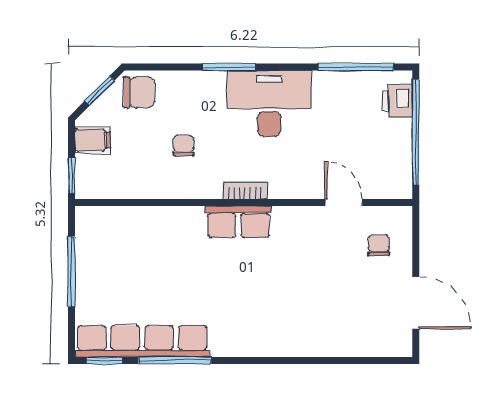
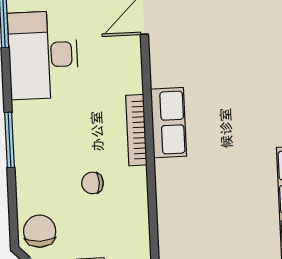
desk: (269, 103) -> (43, 55), moved
bookcase: (245, 190) -> (136, 130), width x1.56

